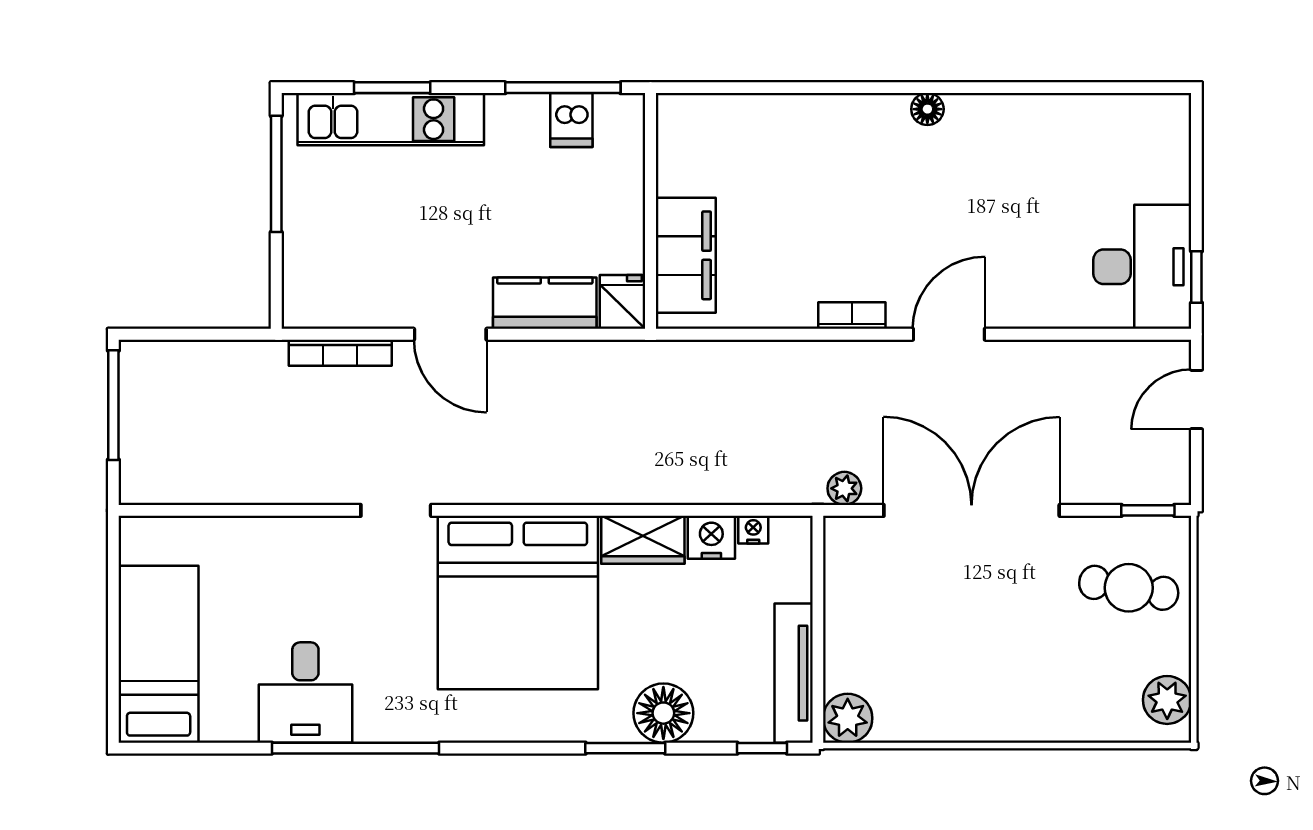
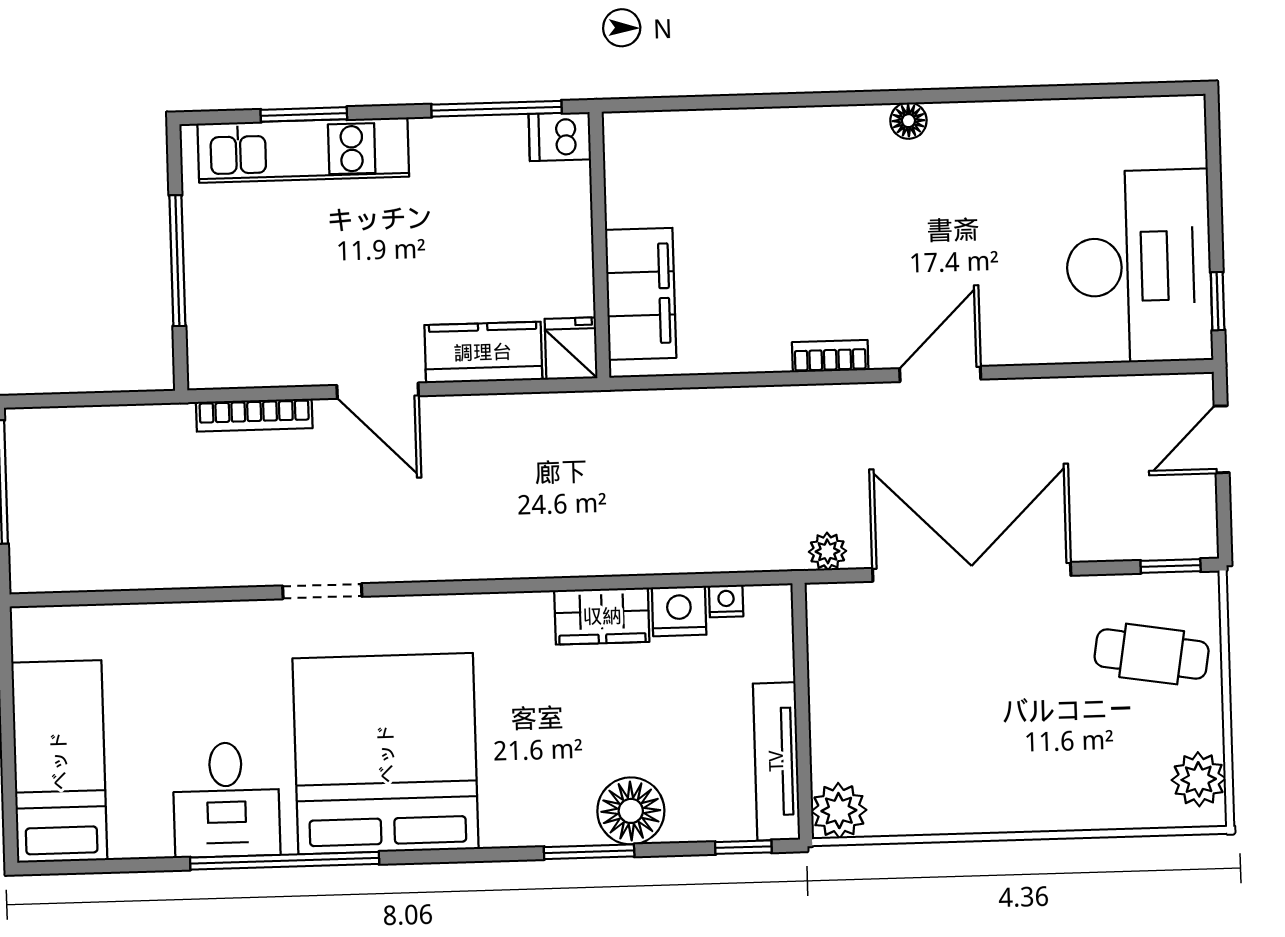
dishwasher: (571, 120) -> (560, 137), moved, turned 90
window: (276, 174) -> (177, 261), moved
desk: (1142, 267) -> (1139, 266), width x1.36, depth x1.30
bed: (518, 603) -> (386, 754), moved, turned 180

